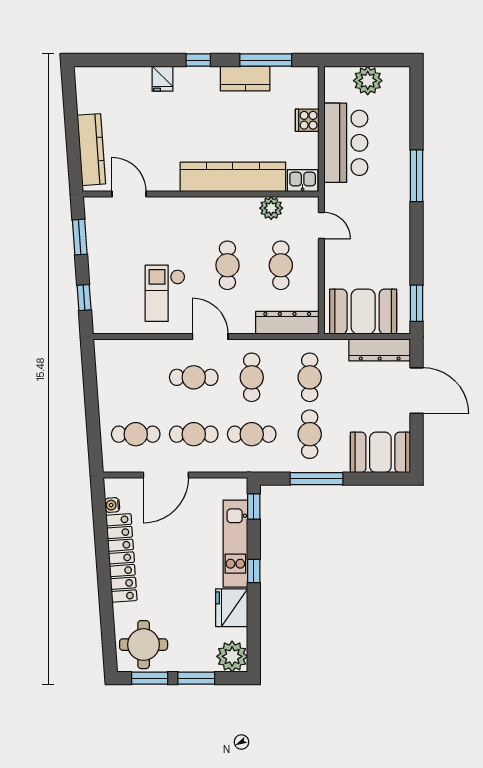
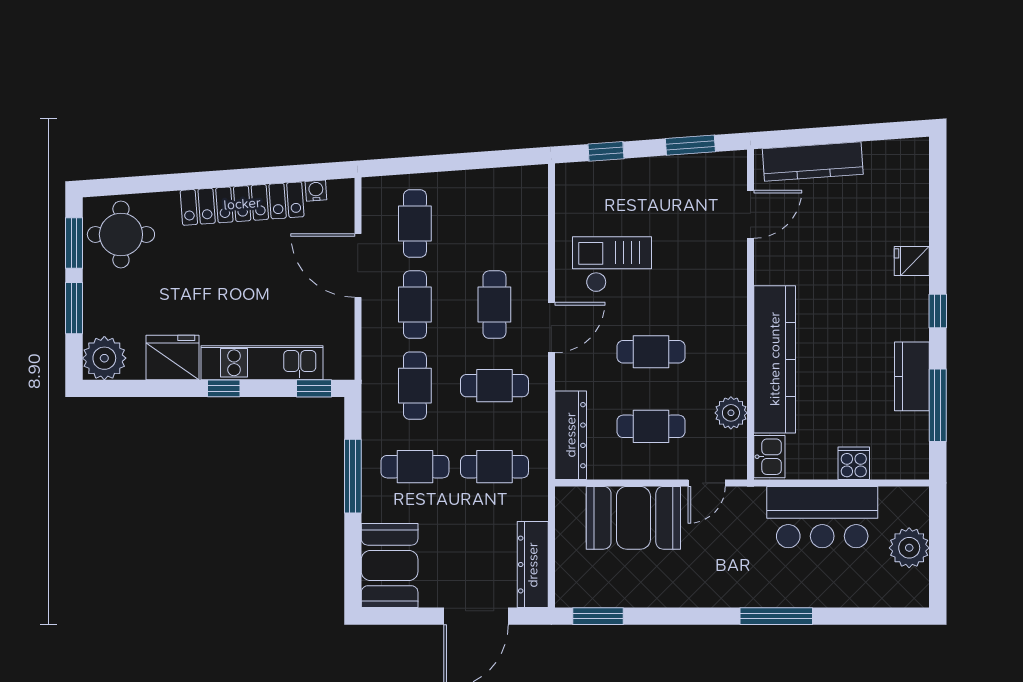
booth: (363, 312) -> (633, 518), moved, turned 90

